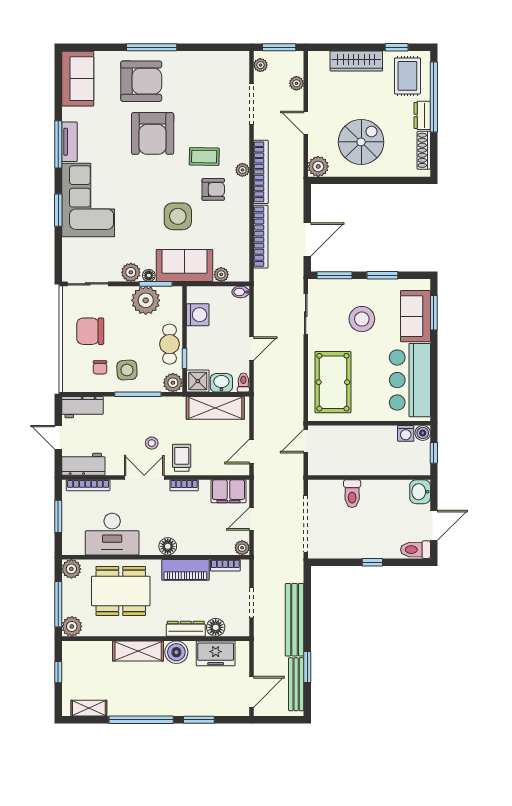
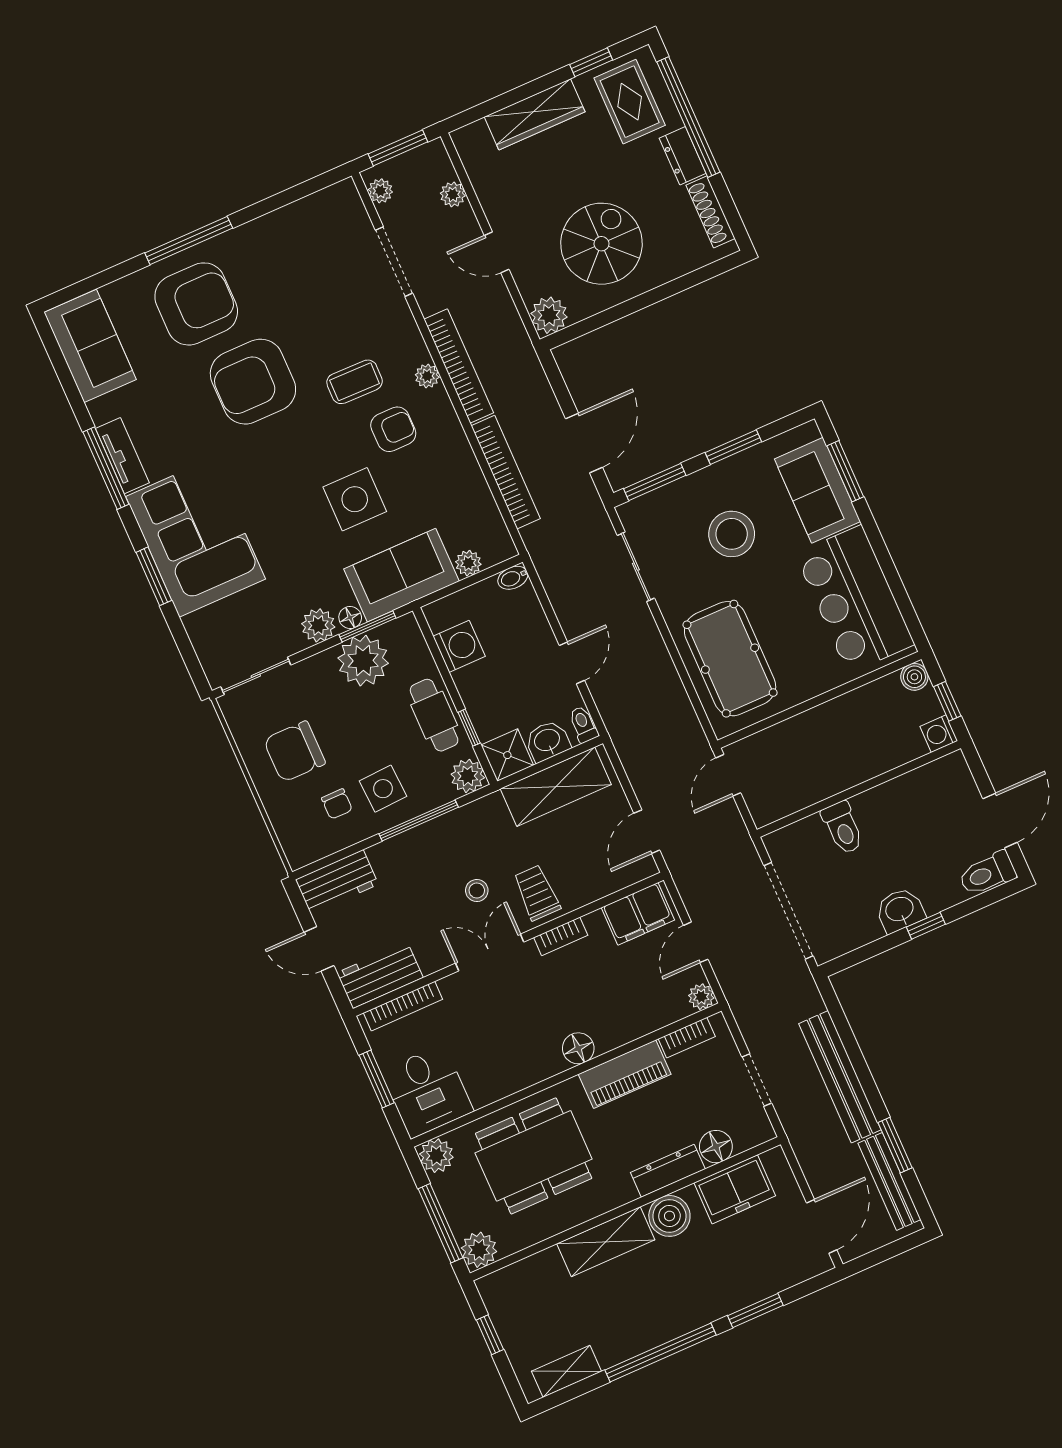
armchair: (153, 133) -> (253, 382), turned 90
washing machine: (406, 433) -> (939, 734), moved, turned 90
washbasin: (420, 492) -> (900, 910), moved, turned 90
desk: (112, 534) -> (427, 1091), moved, width x0.73

